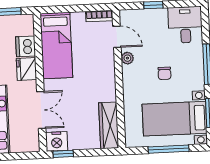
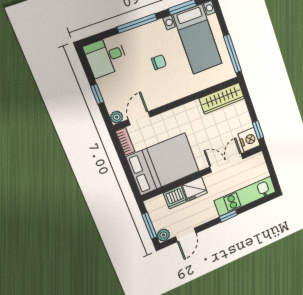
bed: (56, 46) -> (163, 164), width x1.50
plant: (127, 58) -> (117, 117), moved
window: (169, 149) -> (233, 54), moved

